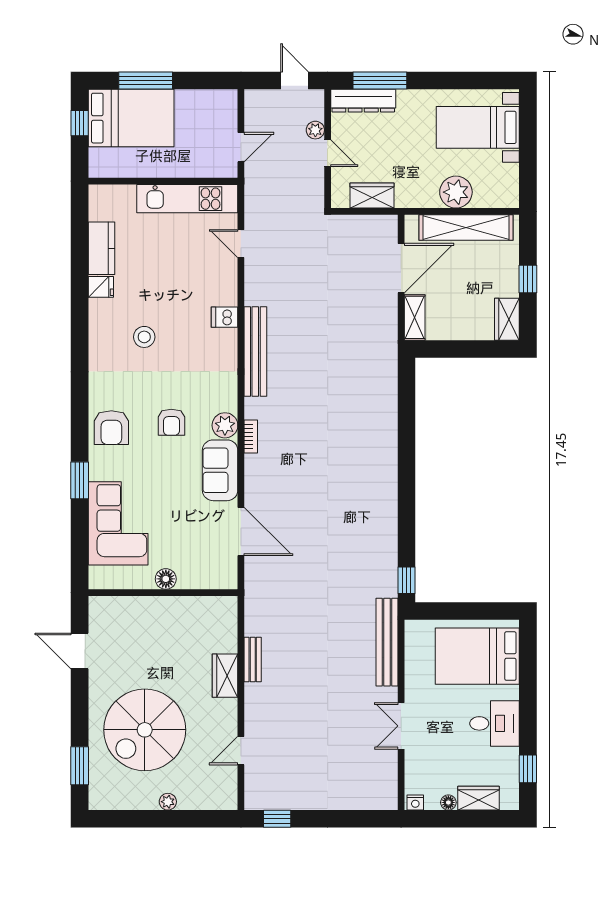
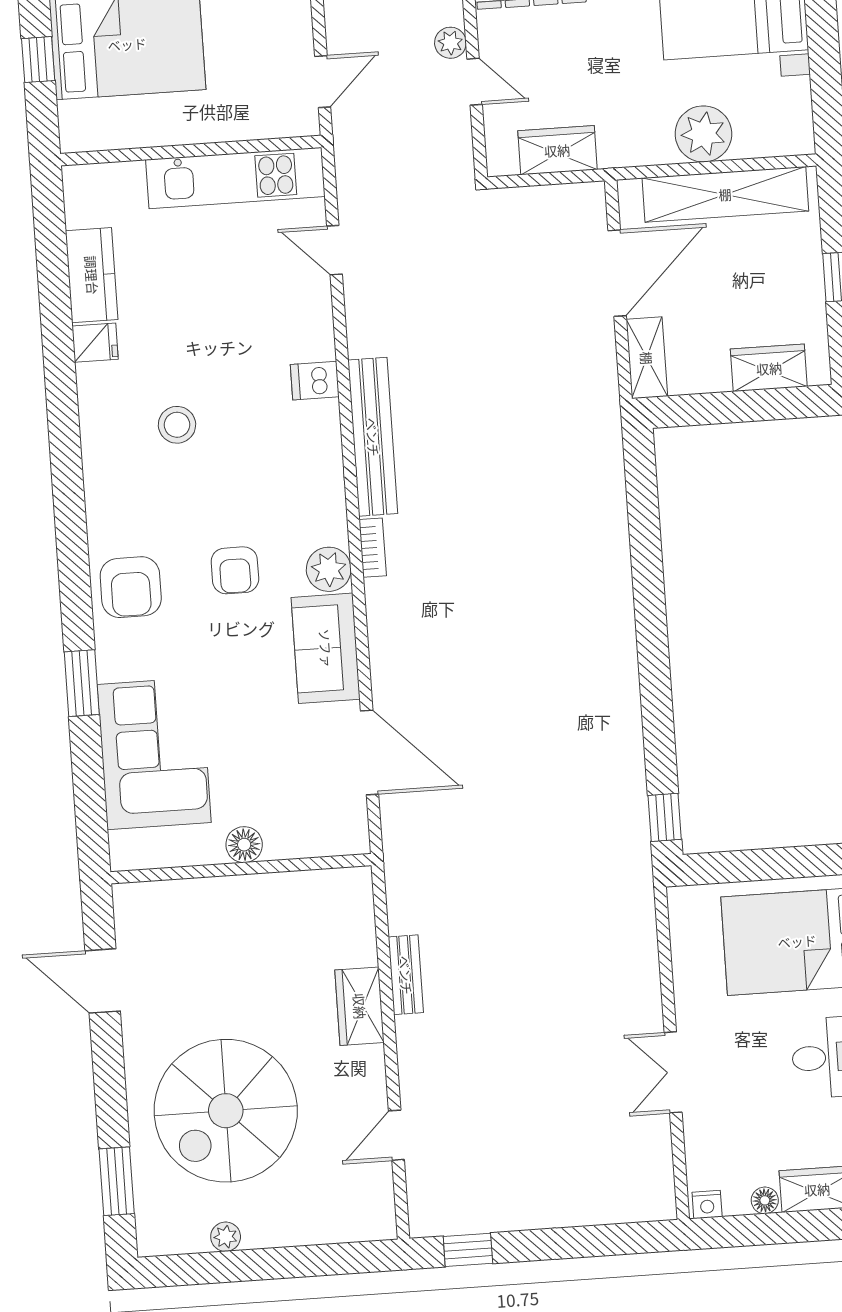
wardrobe: (507, 319) -> (769, 368), moved, turned 90
bookcase: (251, 436) -> (373, 548), moved
bench: (387, 642) -> (638, 928), removed
plant: (168, 802) -> (226, 1237), moved

